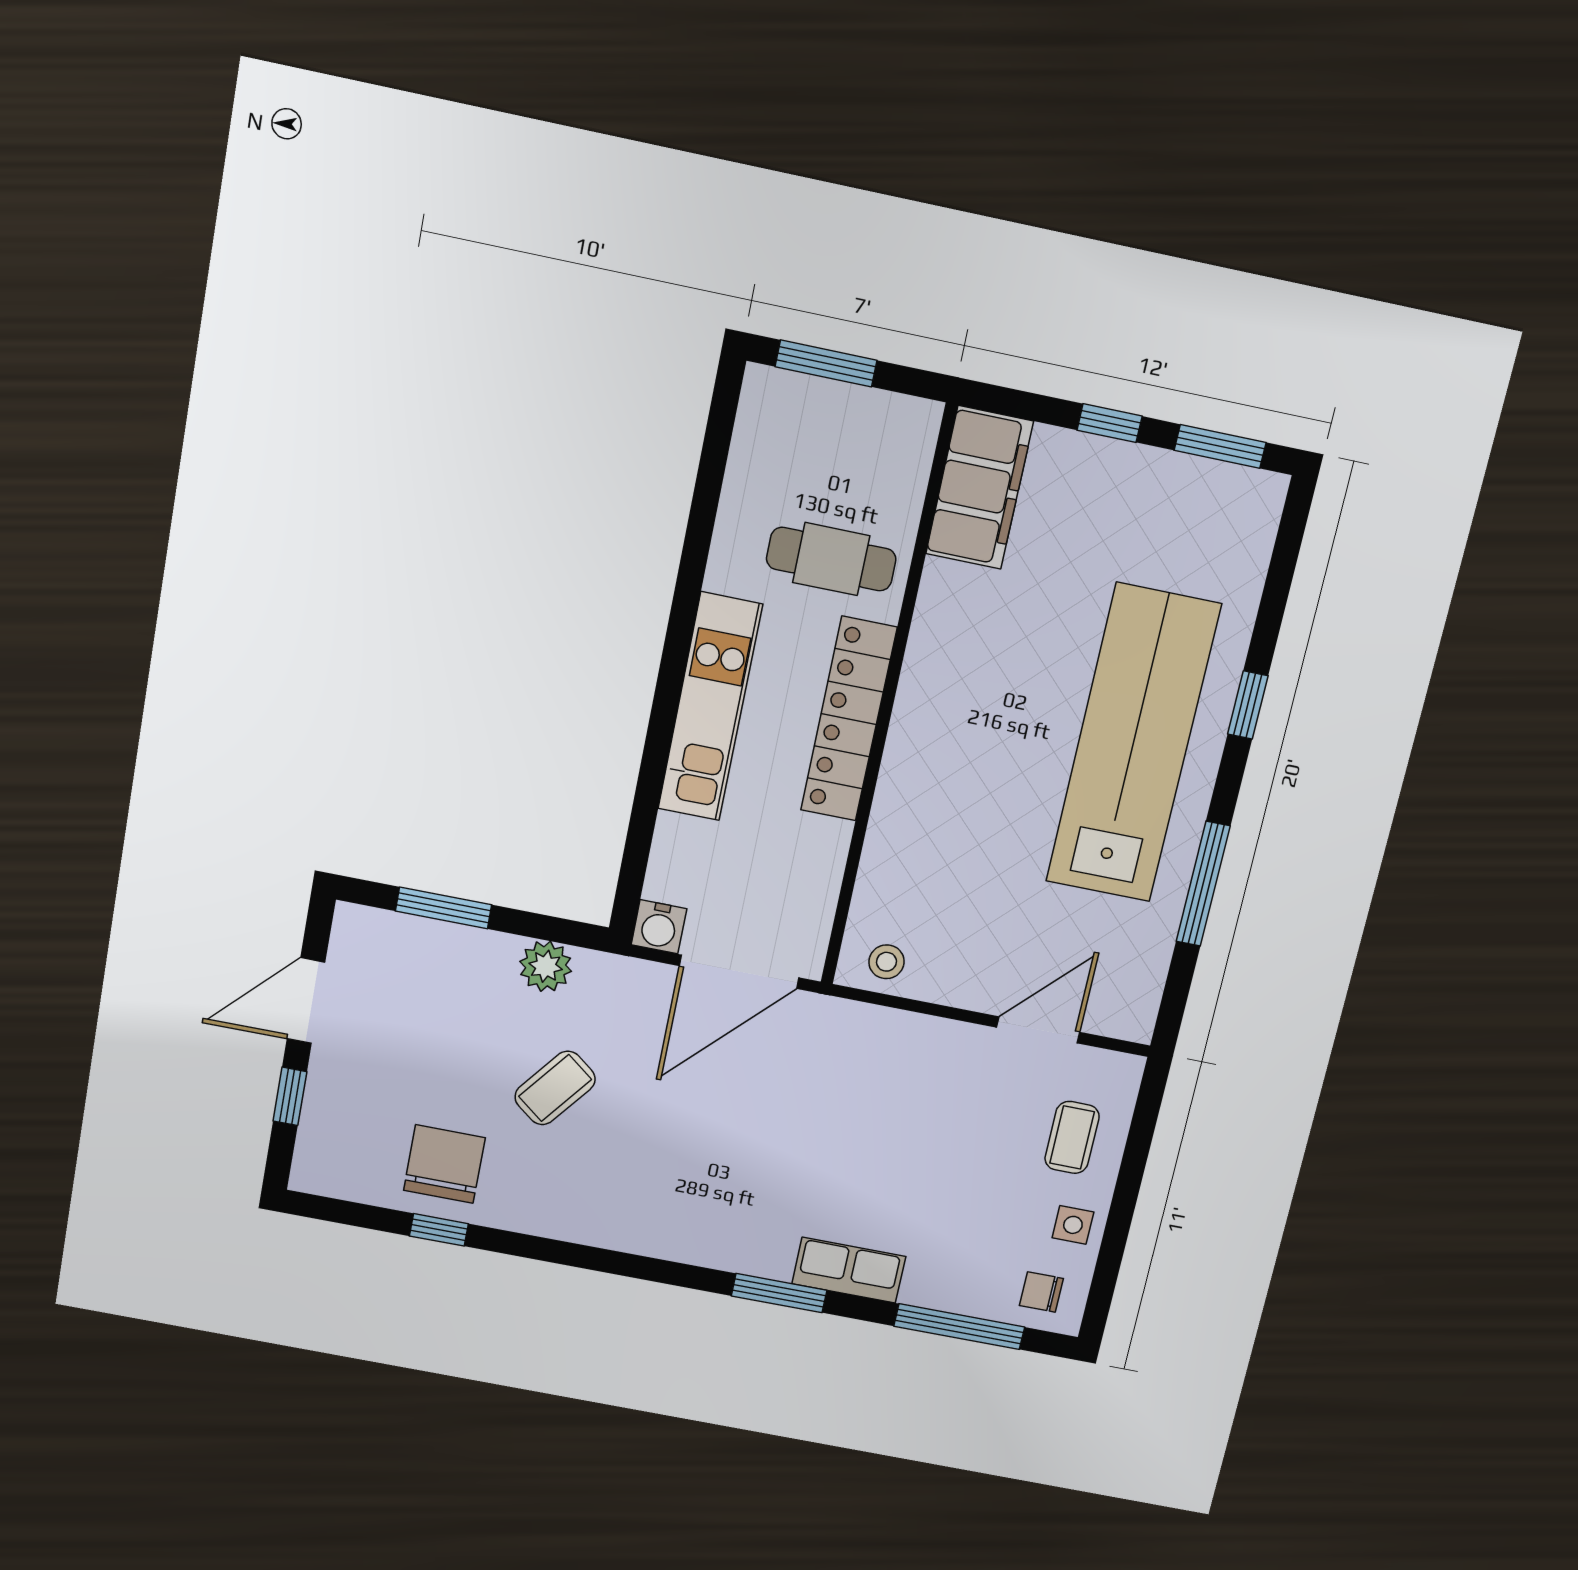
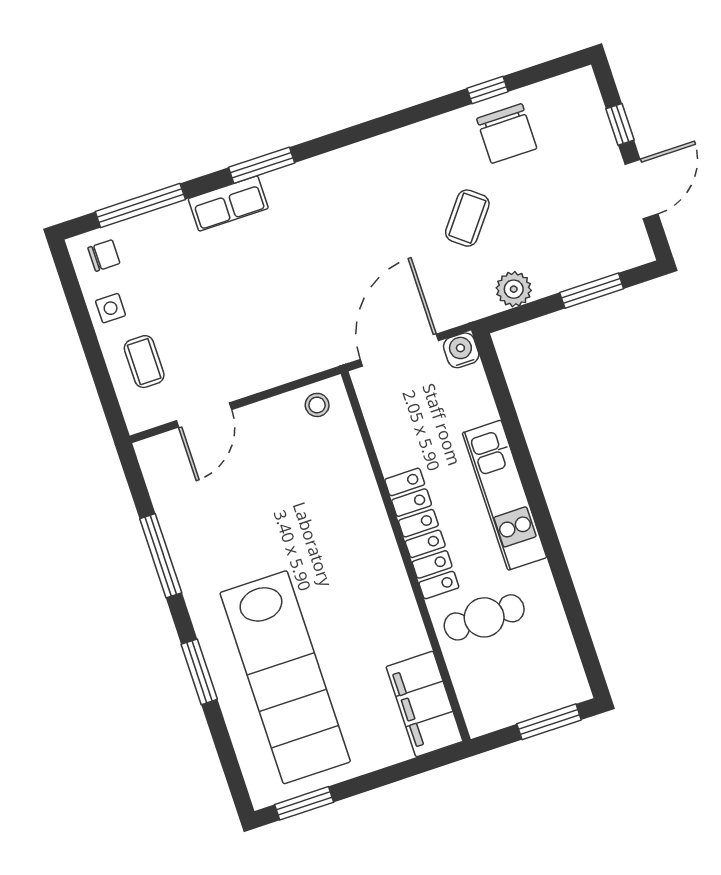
window: (1110, 423) -> (373, 780), removed
window: (1248, 705) -> (199, 672), width x1.50
lab bench: (1133, 744) -> (285, 677), moved

